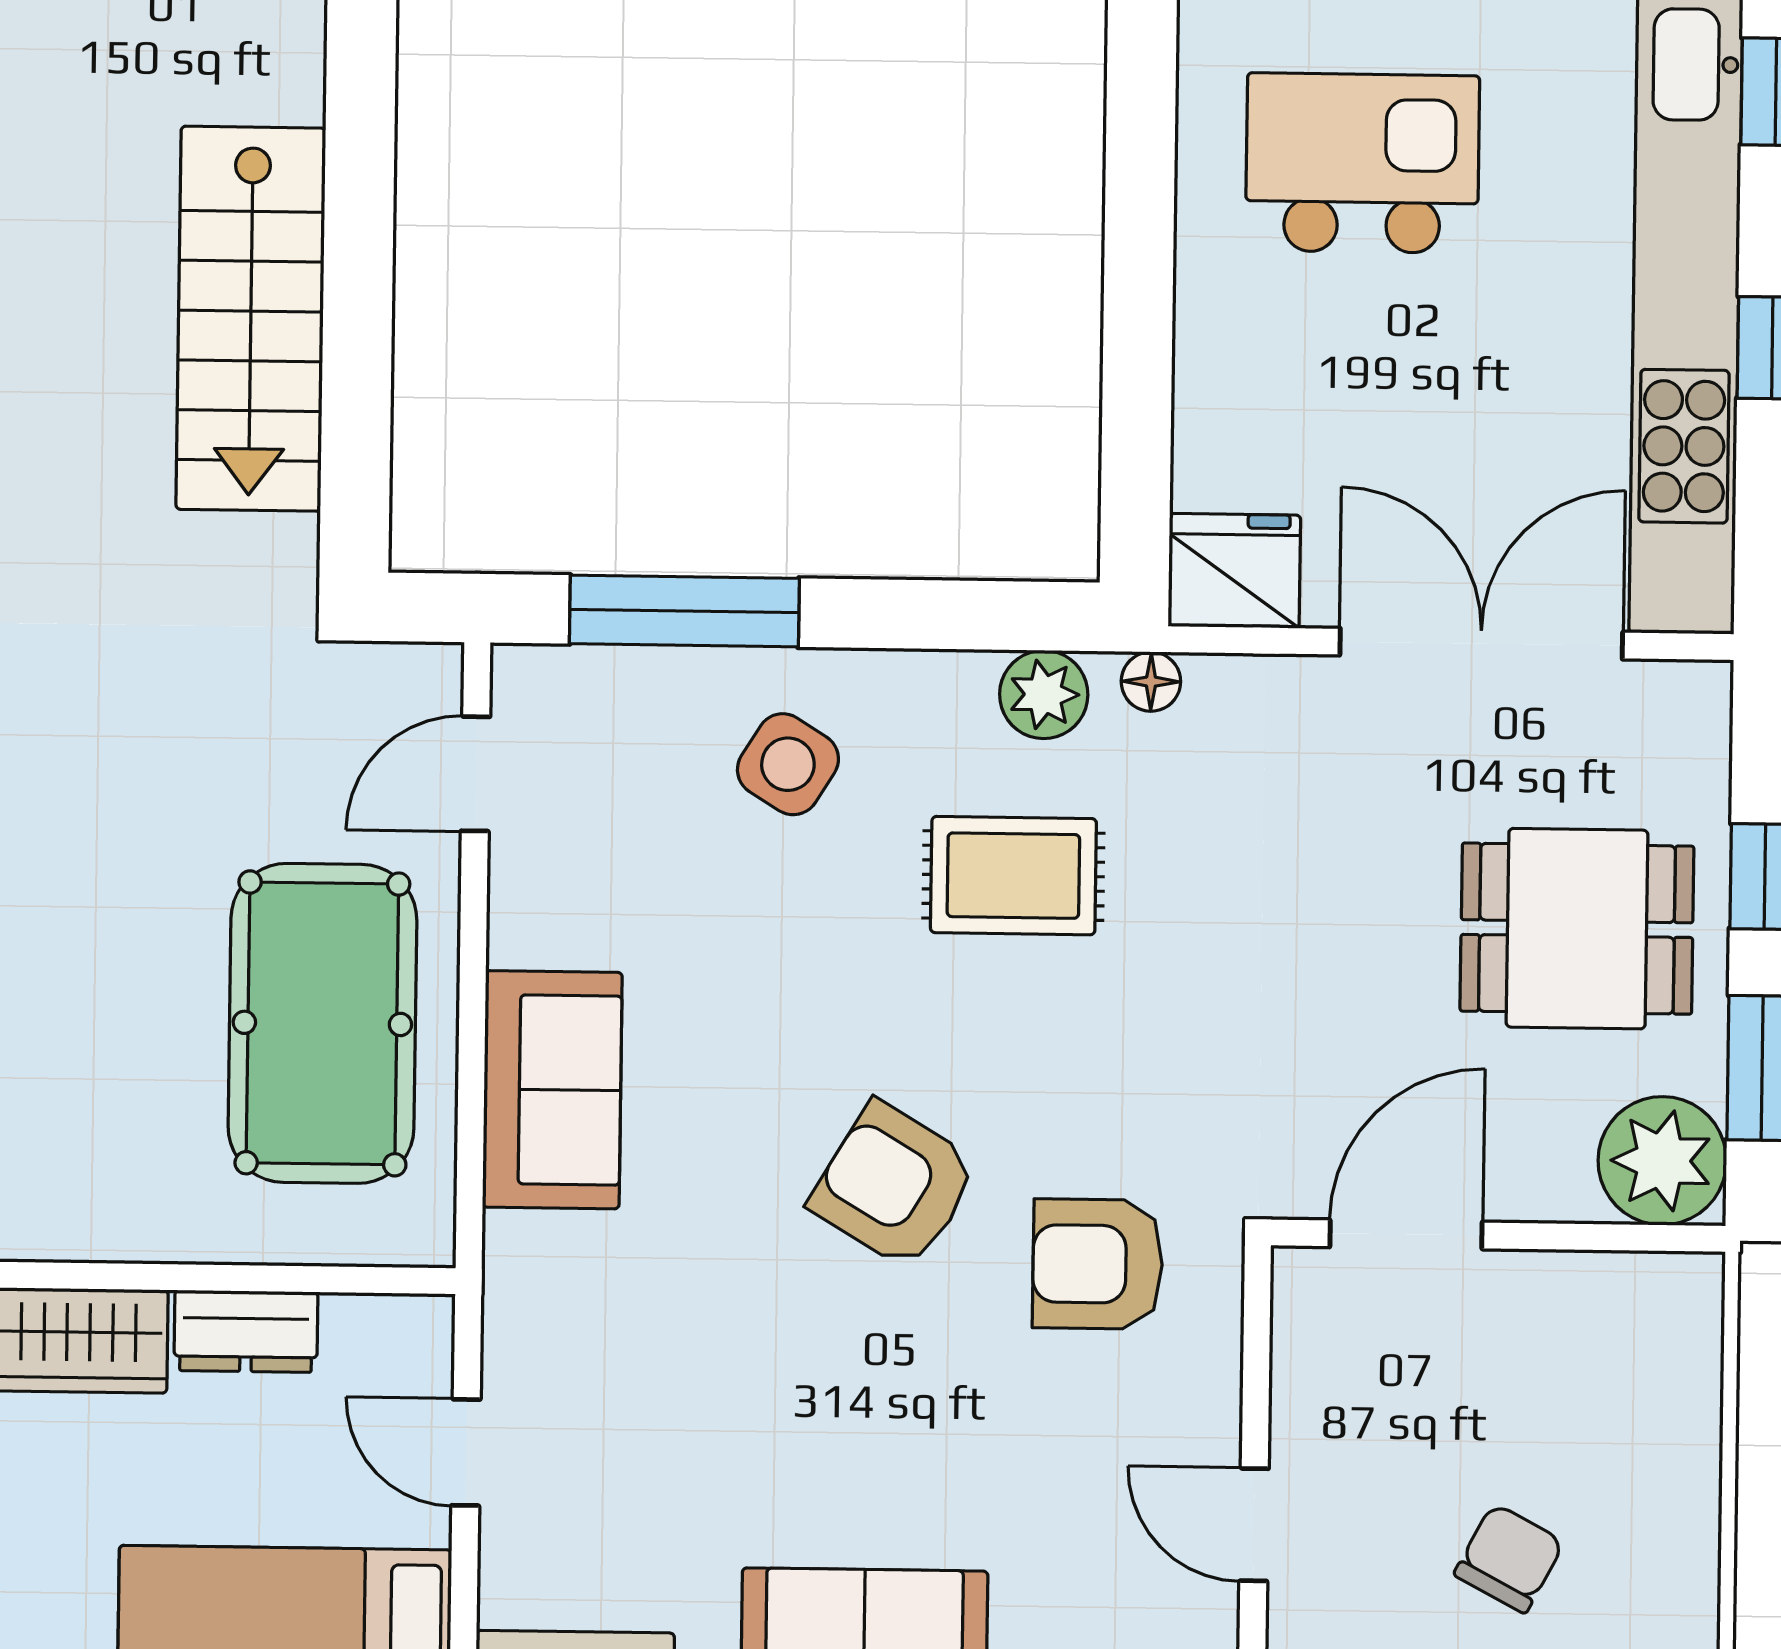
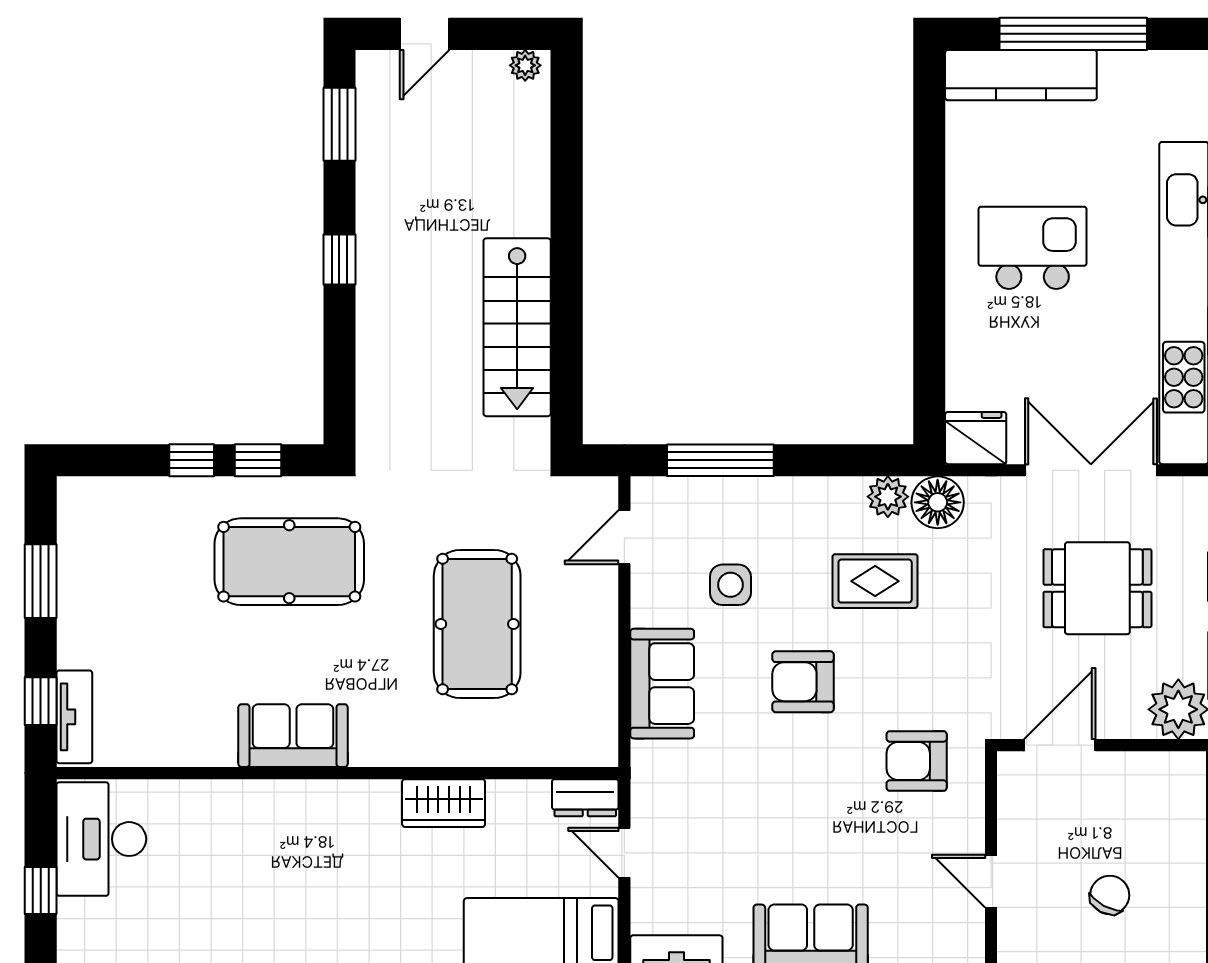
floor lamp: (1151, 682) -> (938, 502), width x1.89, depth x1.89
side table: (788, 764) -> (730, 585), moved, turned -32
dining table: (1577, 929) -> (1097, 588), moved
pool table: (322, 1023) -> (477, 624), moved
armchair: (894, 1185) -> (803, 682), moved, turned -31
dresser: (246, 1331) -> (585, 798), moved

